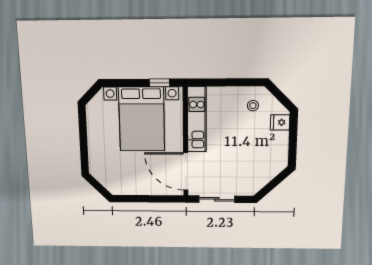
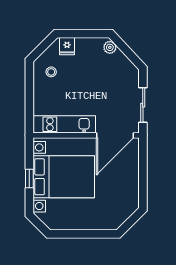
window: (160, 83) -> (29, 179), moved
plant: (277, 167) -> (110, 47), added

